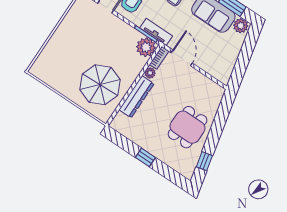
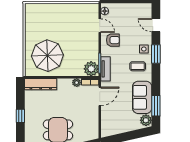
dresser: (136, 97) -> (41, 84), moved

